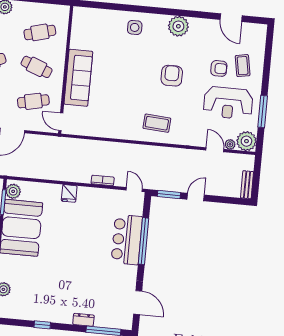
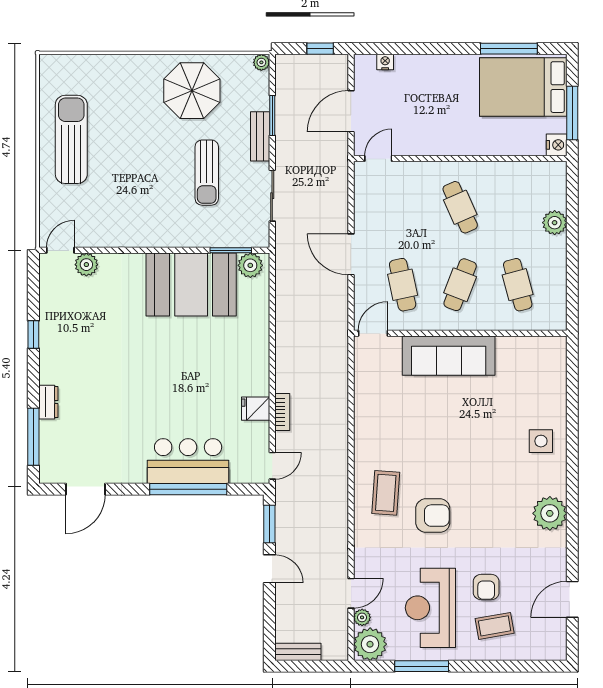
armchair: (172, 76) -> (433, 516), moved
fridge: (69, 193) -> (256, 409), moved

